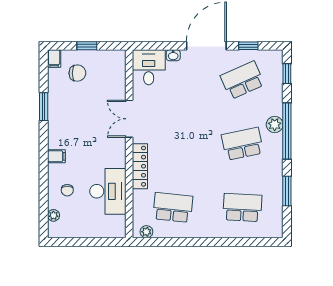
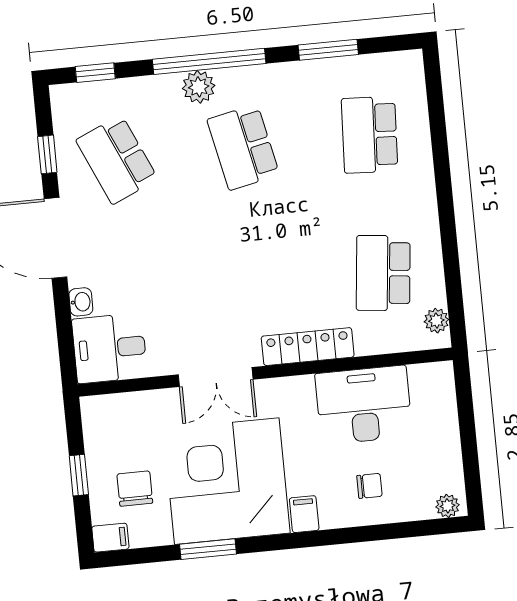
corner desk: (77, 119) -> (227, 481), added
plant: (53, 215) -> (447, 506), moved

